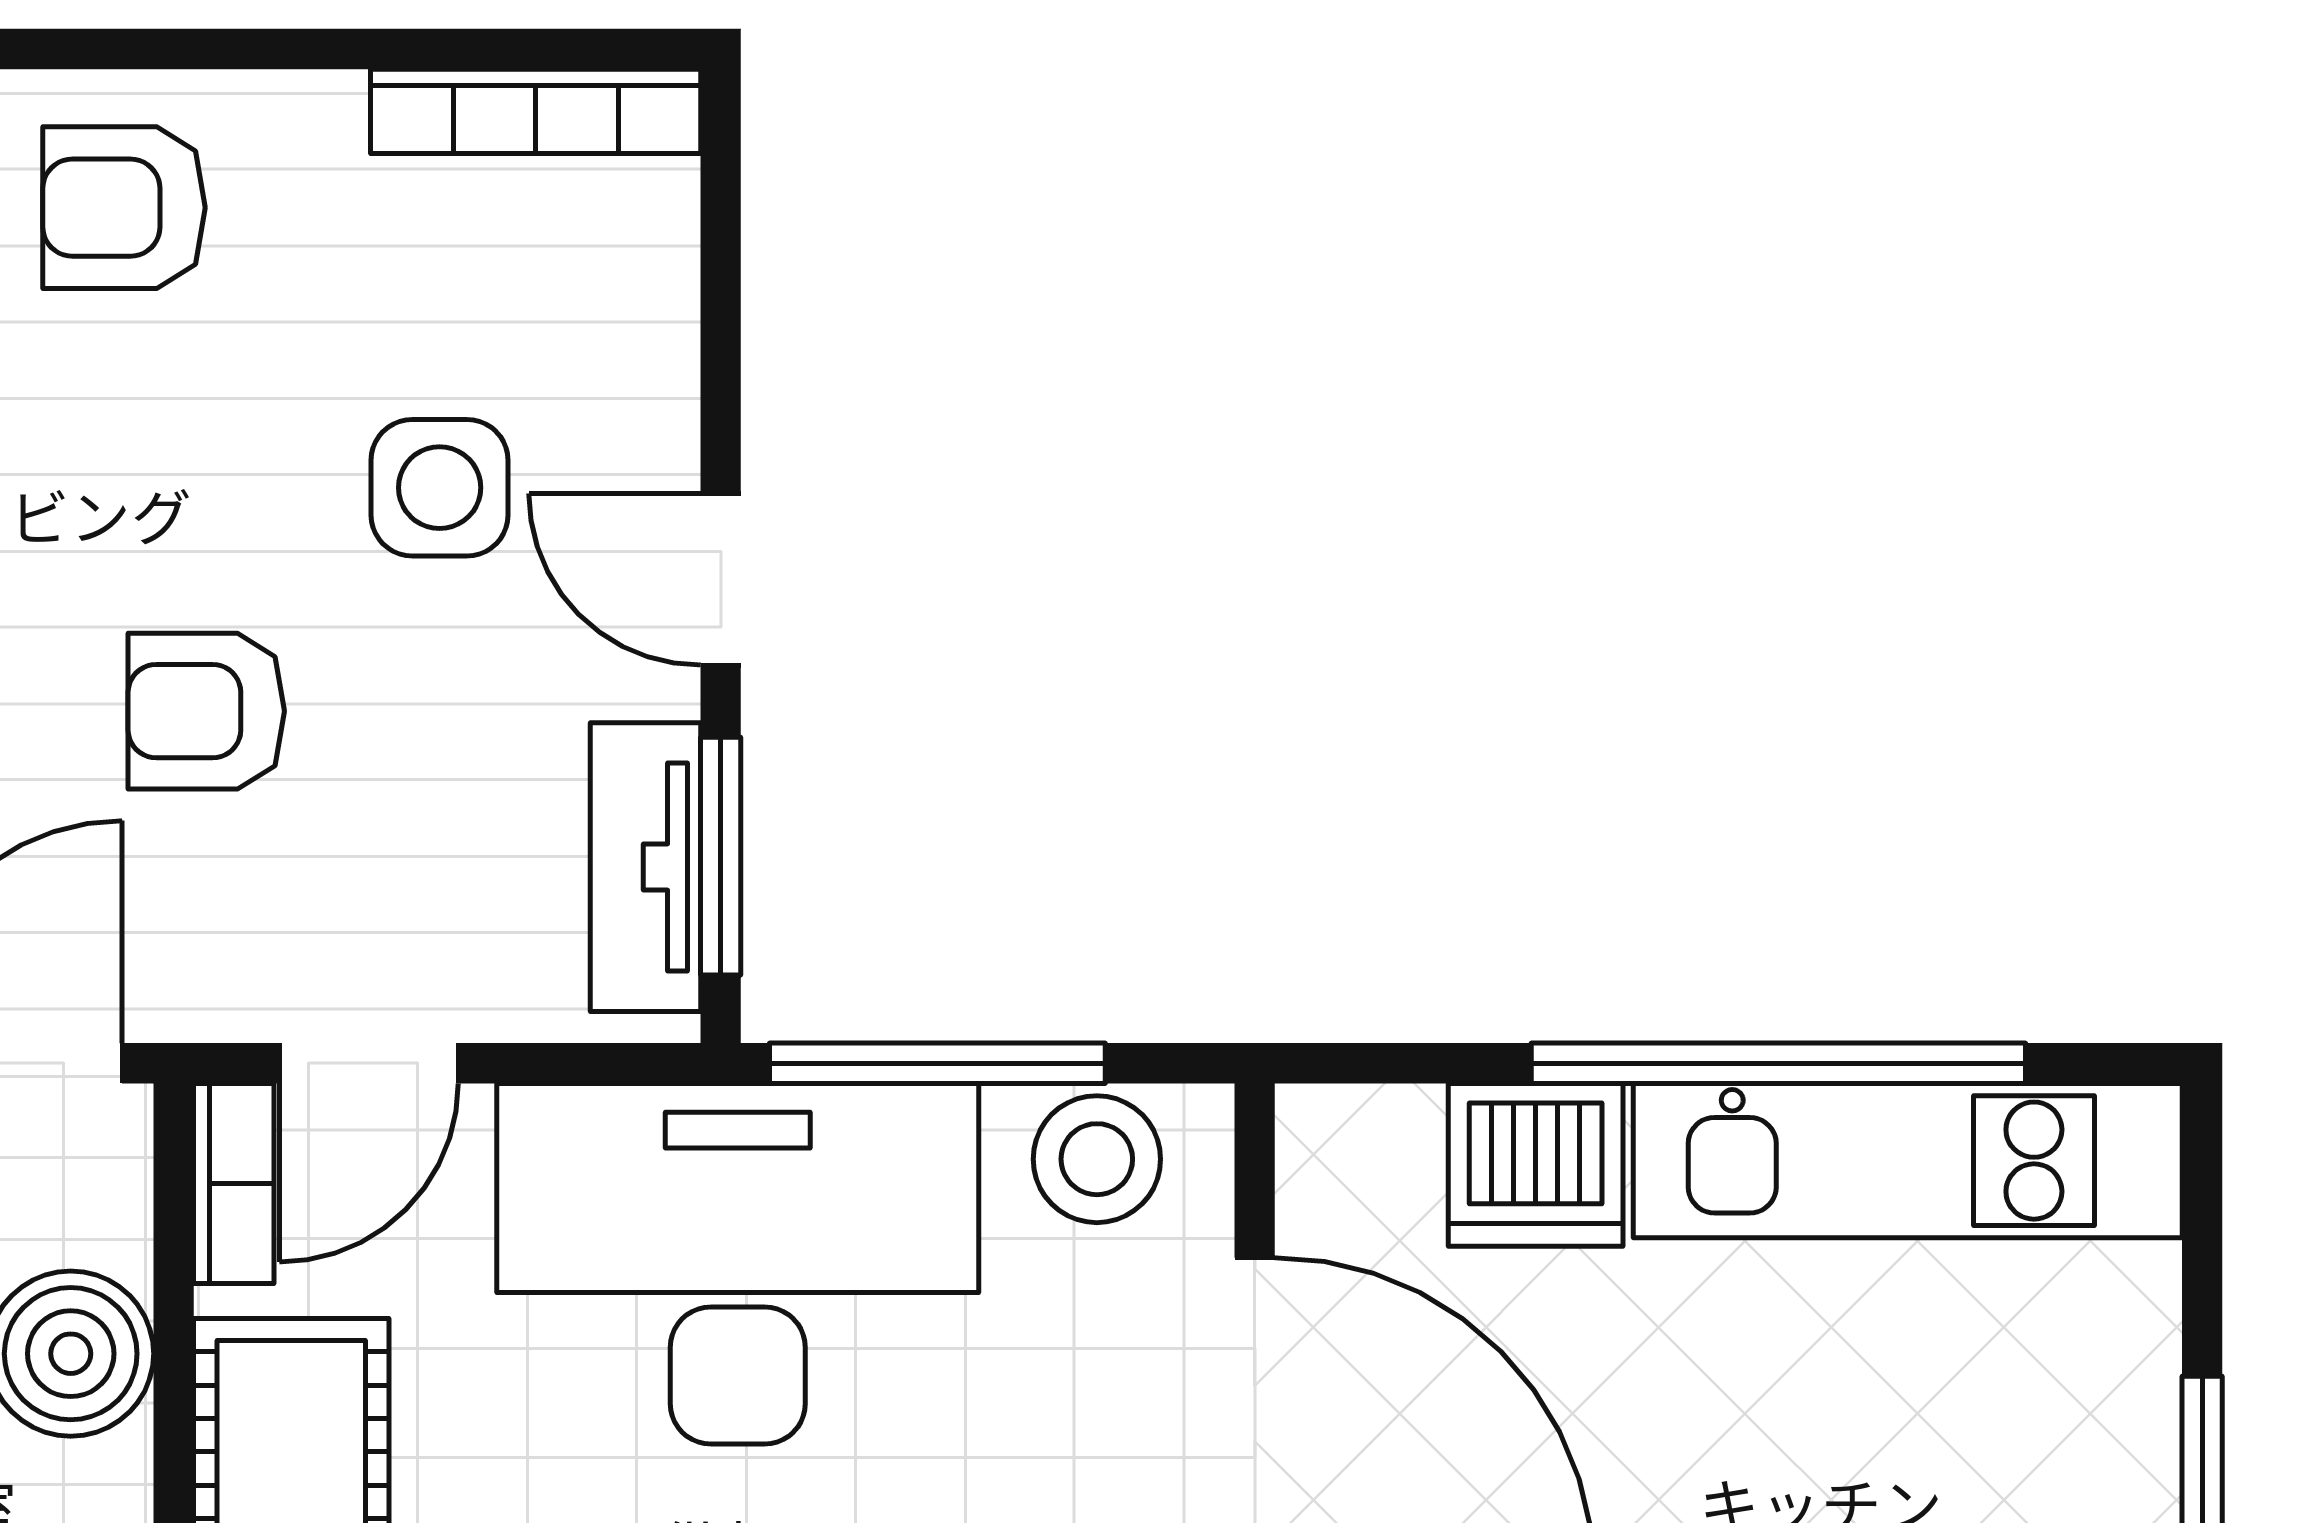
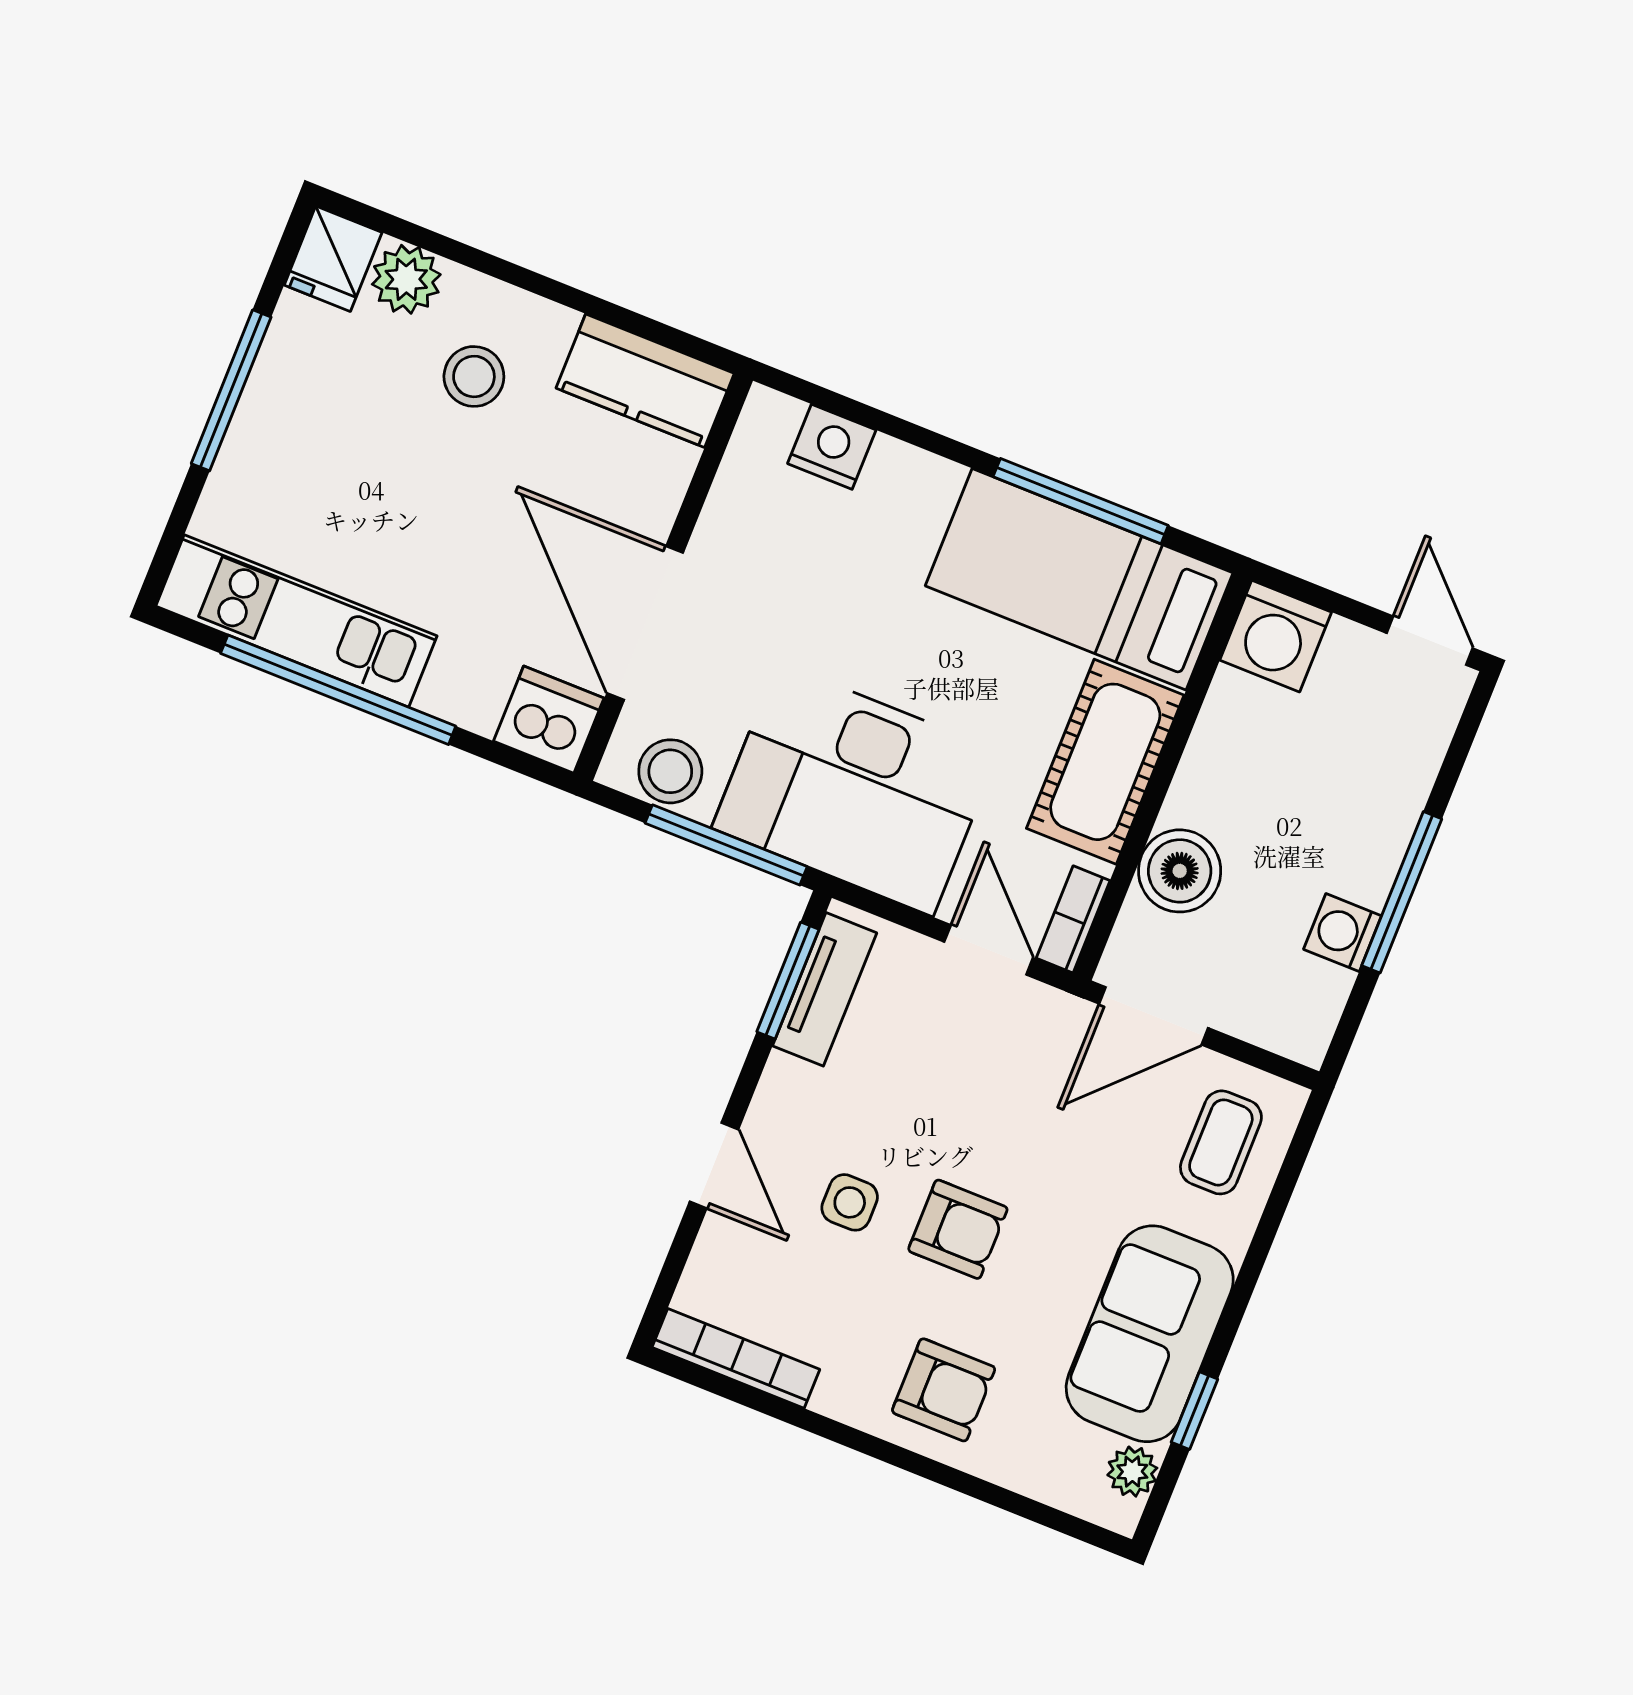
side table: (440, 488) -> (850, 1202), width x0.73, depth x0.73
door: (721, 579) -> (714, 1166), moved
armchair: (206, 711) -> (958, 1229), moved
door: (369, 1063) -> (989, 950), hinge flipped
dishwasher: (1536, 1165) -> (549, 720), moved

